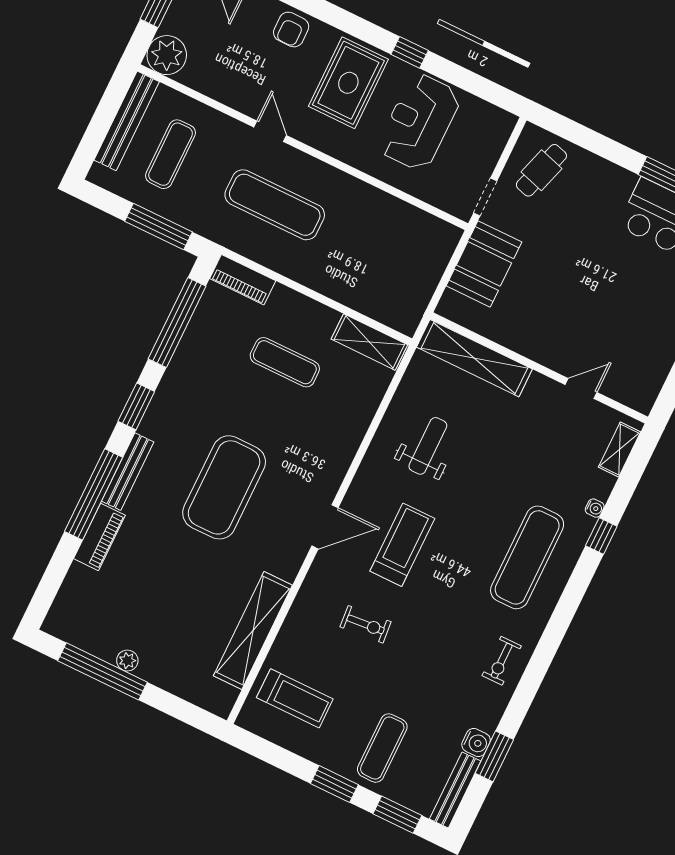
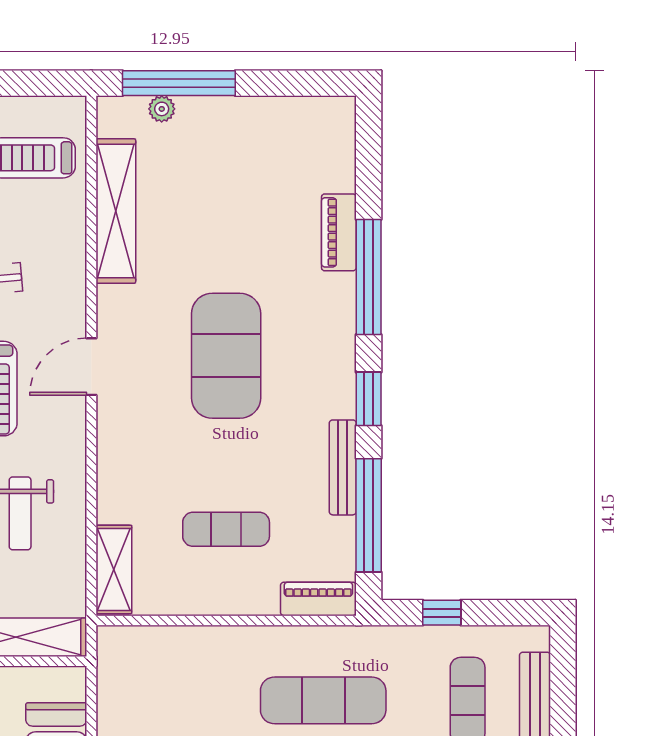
window: (159, 227) -> (442, 613), width x0.46
shelving: (369, 342) -> (114, 569), moved, turned 90
bench: (128, 472) -> (343, 467), moved
plant: (127, 661) -> (162, 109), moved
window: (103, 671) -> (179, 83), moved

